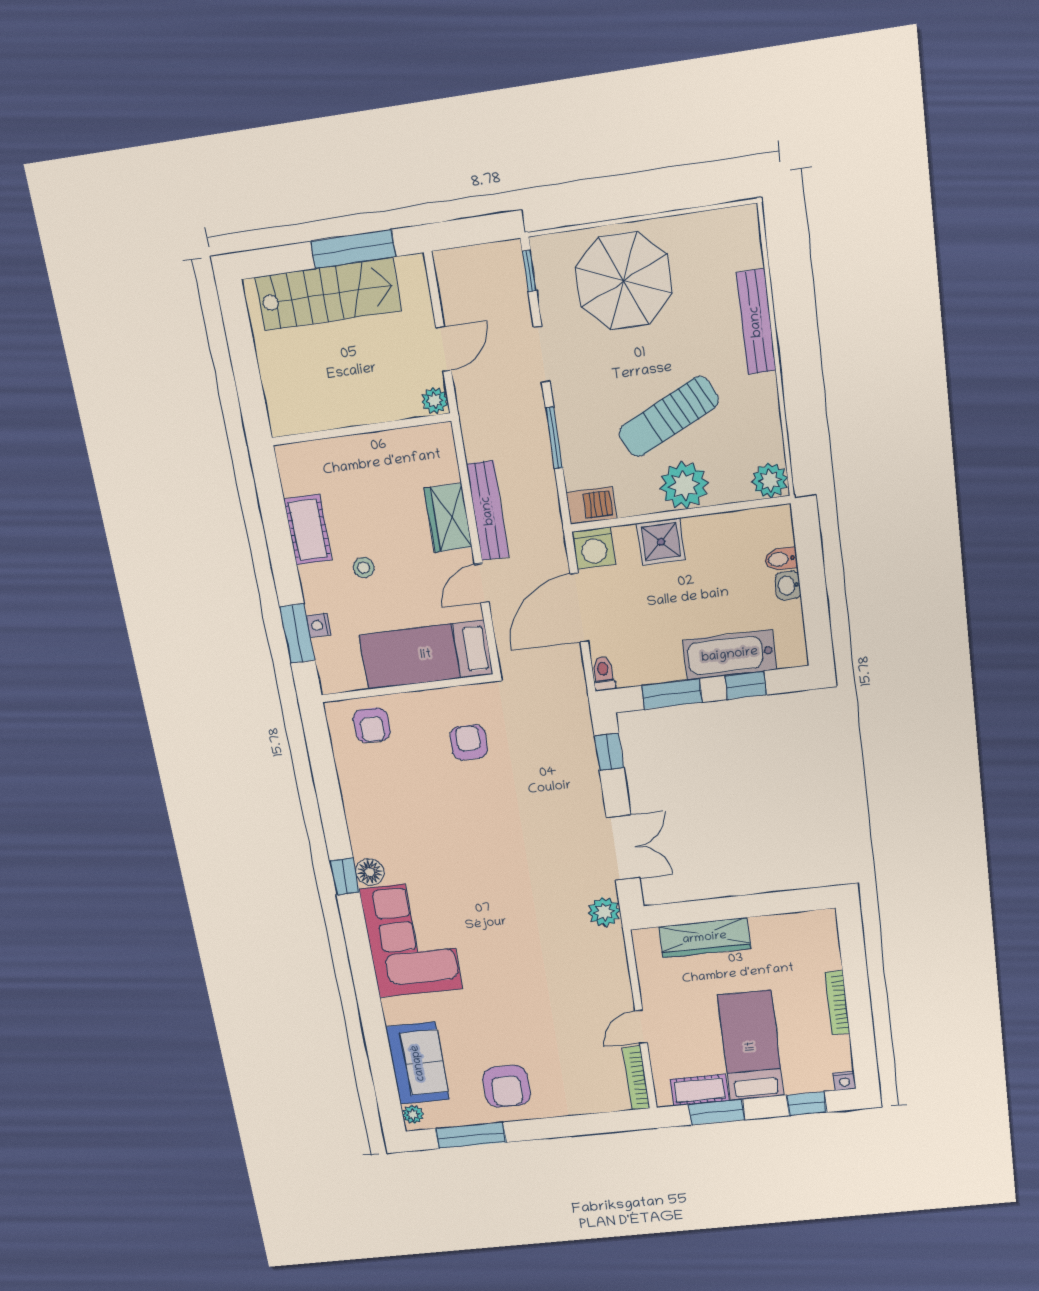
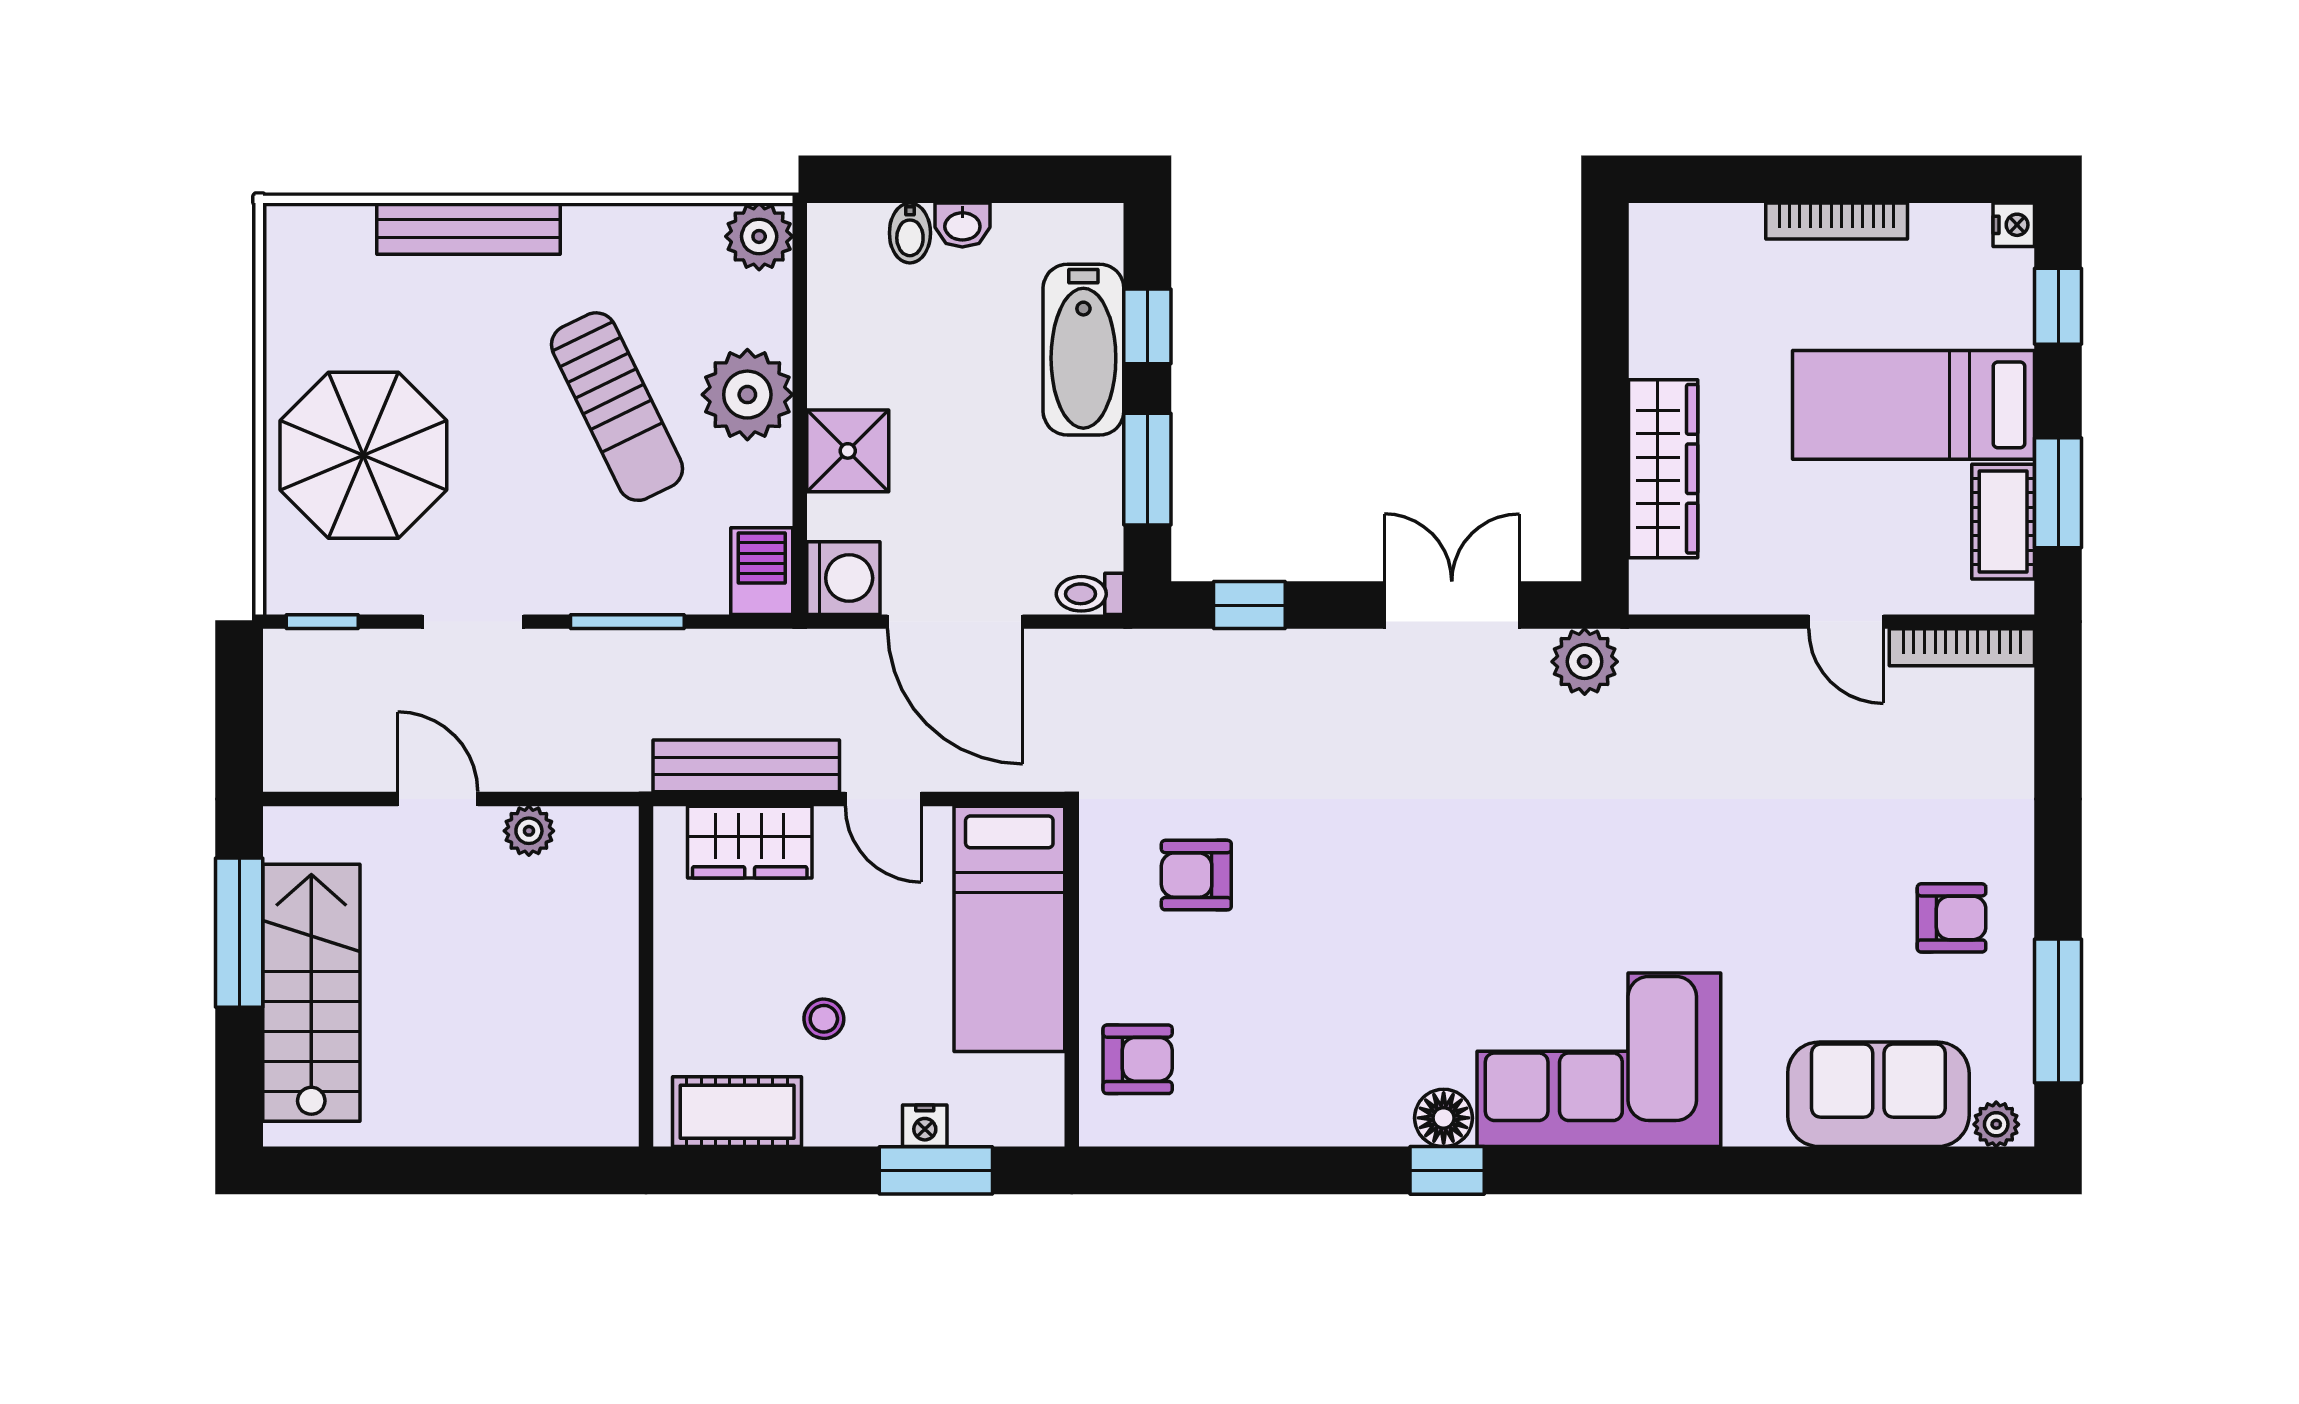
wall: (361, 429) -> (646, 976), moved
armchair: (506, 1086) -> (1952, 918), width x0.72, depth x0.72

